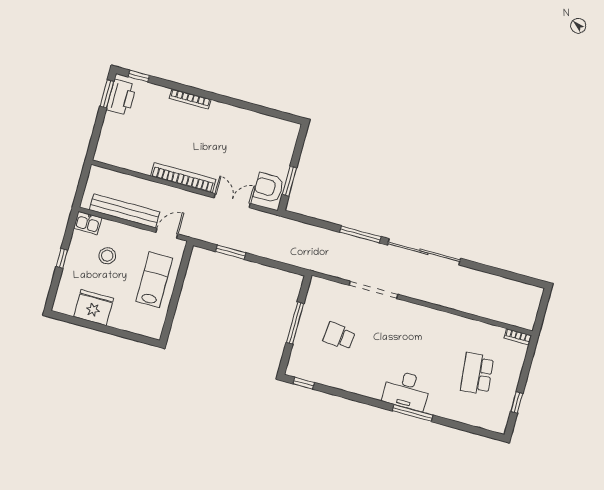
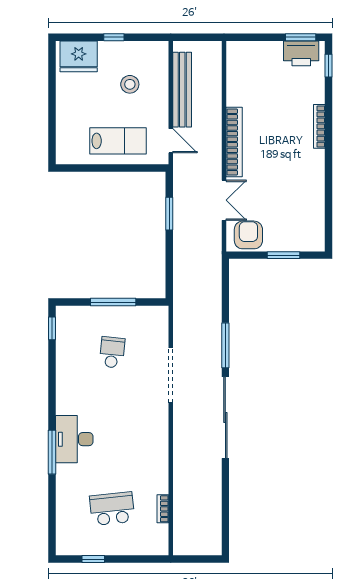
window: (289, 181) -> (284, 255), moved
kitchen sink: (88, 223) -> (159, 54), removed
fridge: (94, 308) -> (79, 56), moved, turned 90
bookcase: (518, 337) -> (163, 509), moved

